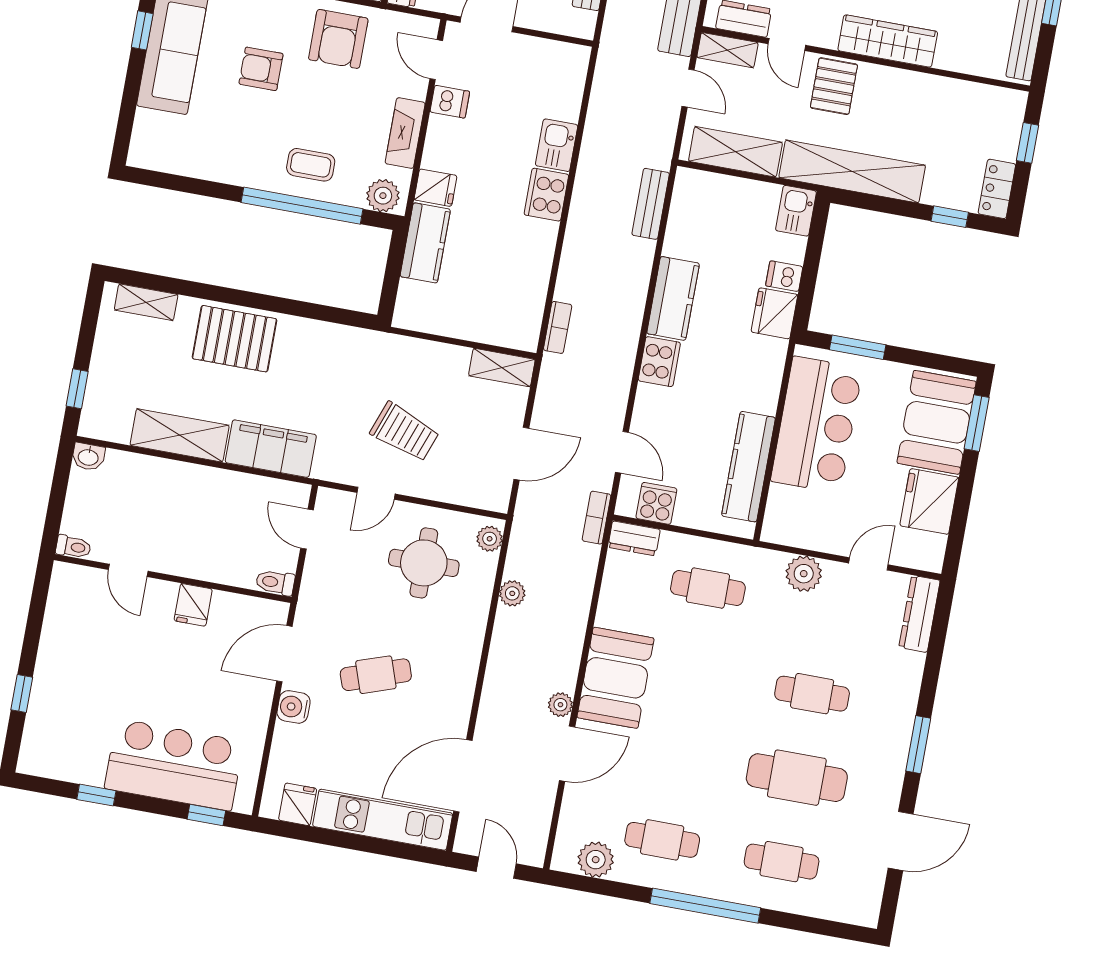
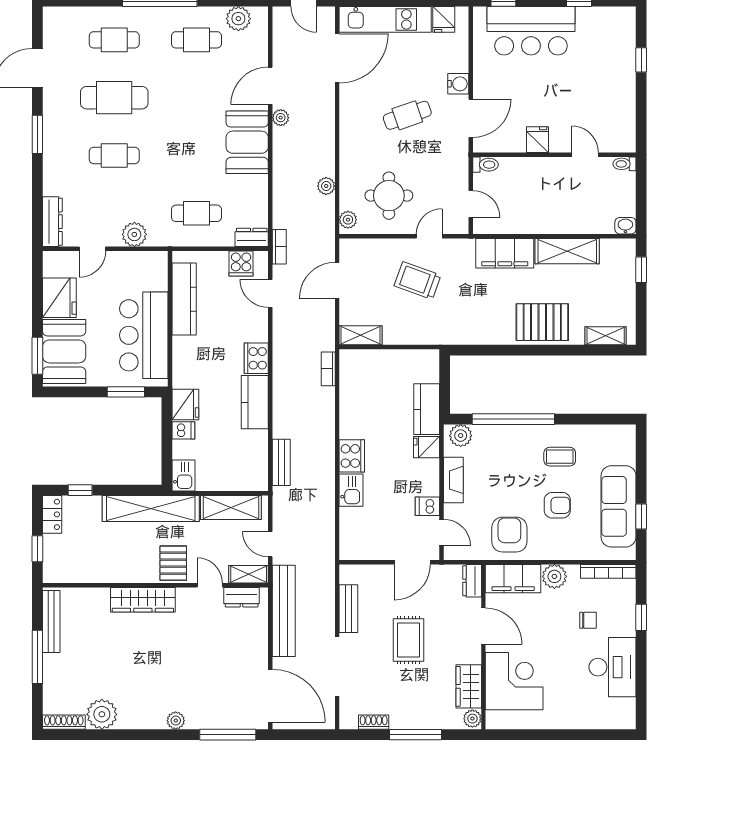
coffee table: (311, 165) -> (560, 457), moved

